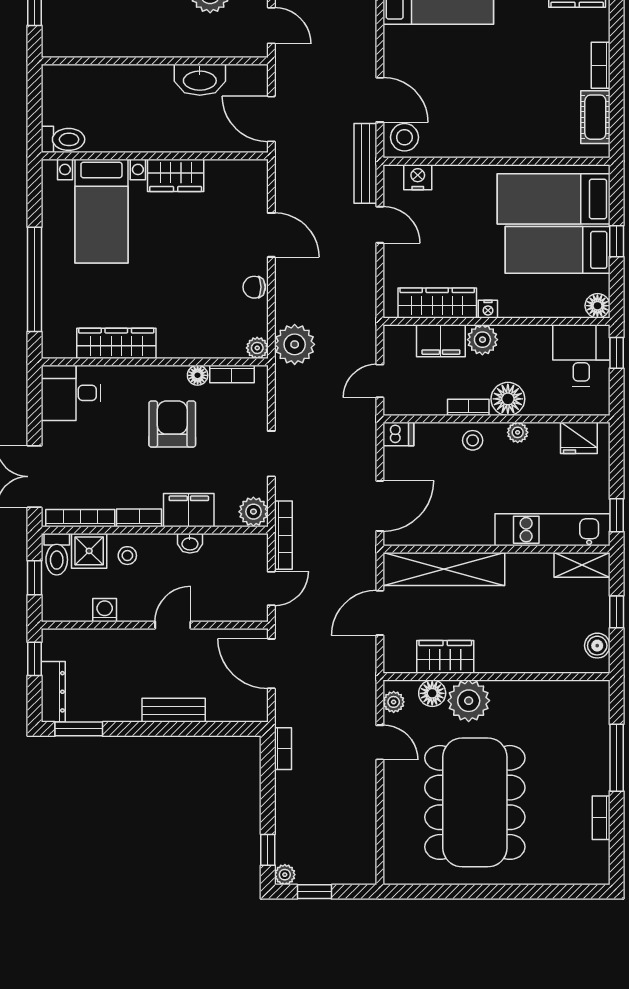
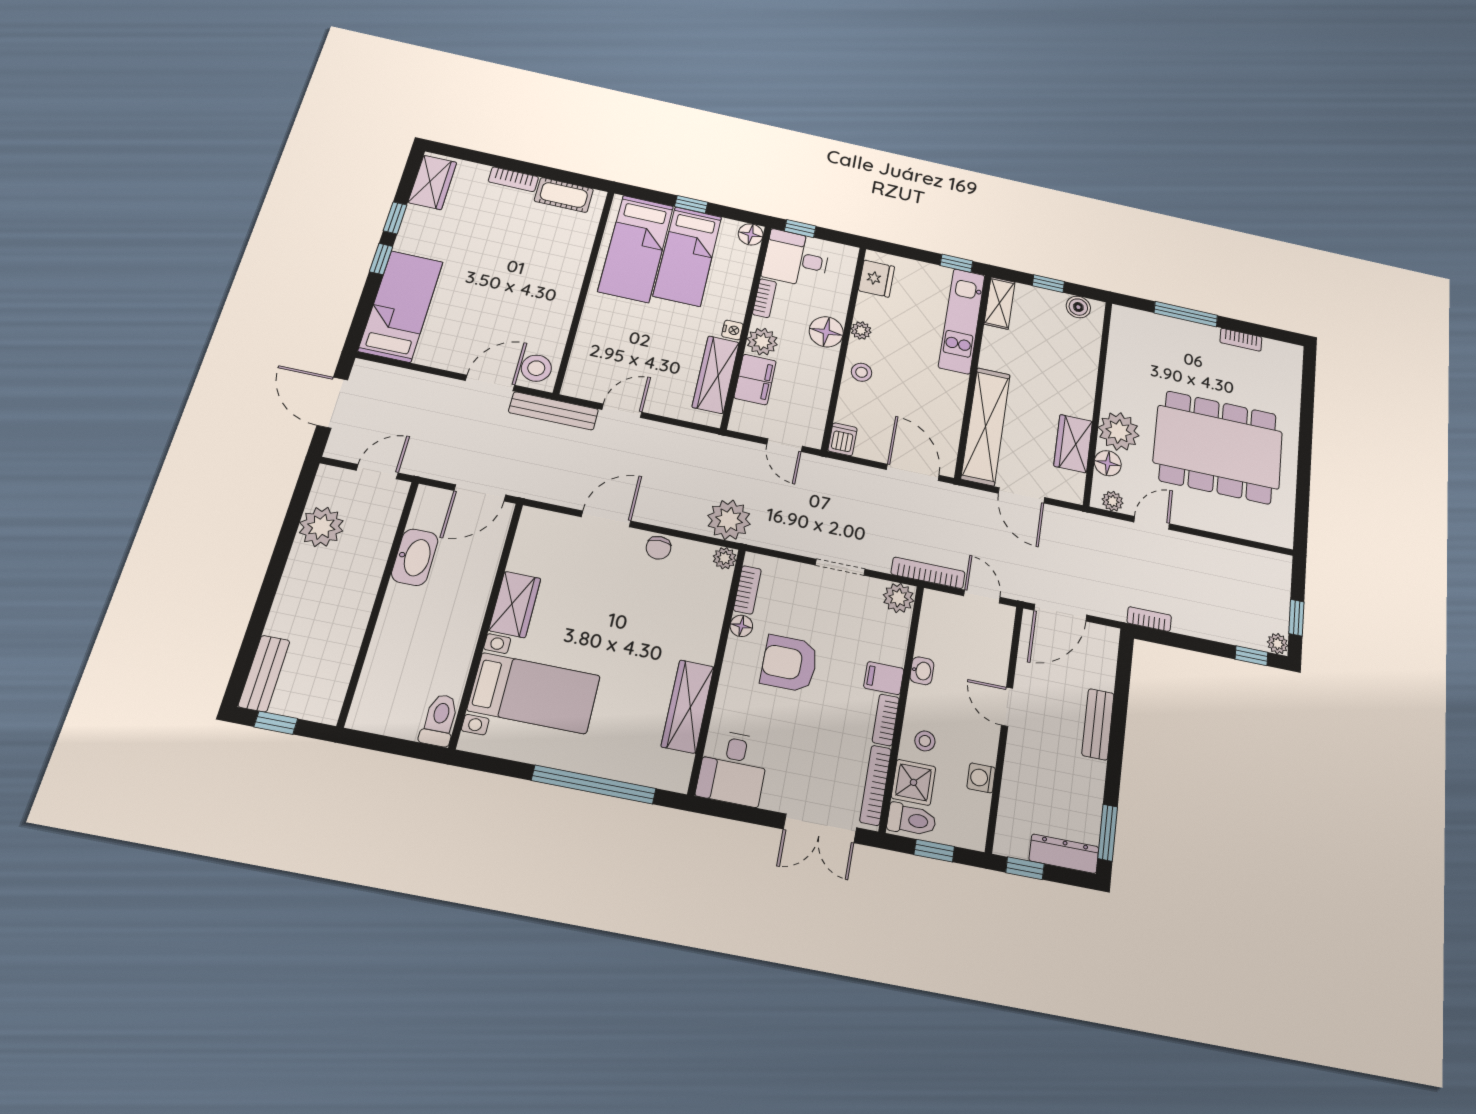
nightstand: (418, 177) -> (581, 365), removed
bookcase: (468, 407) -> (764, 298), moved, turned 180
filing cabinet: (189, 510) -> (884, 678), width x0.50

